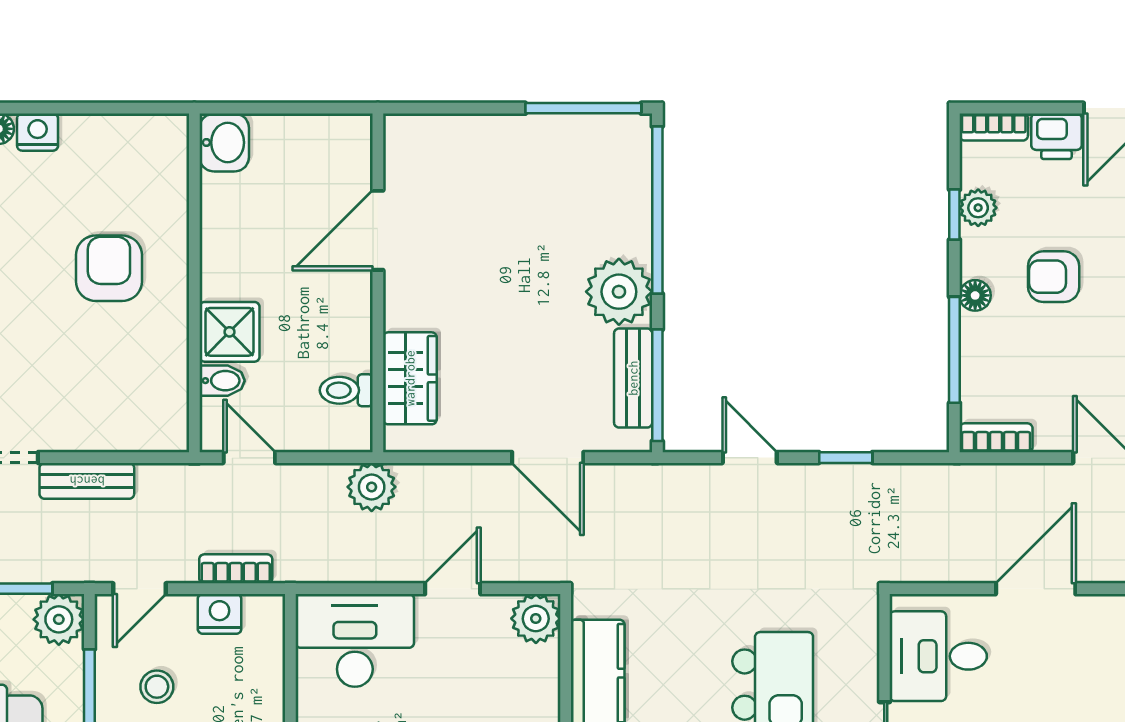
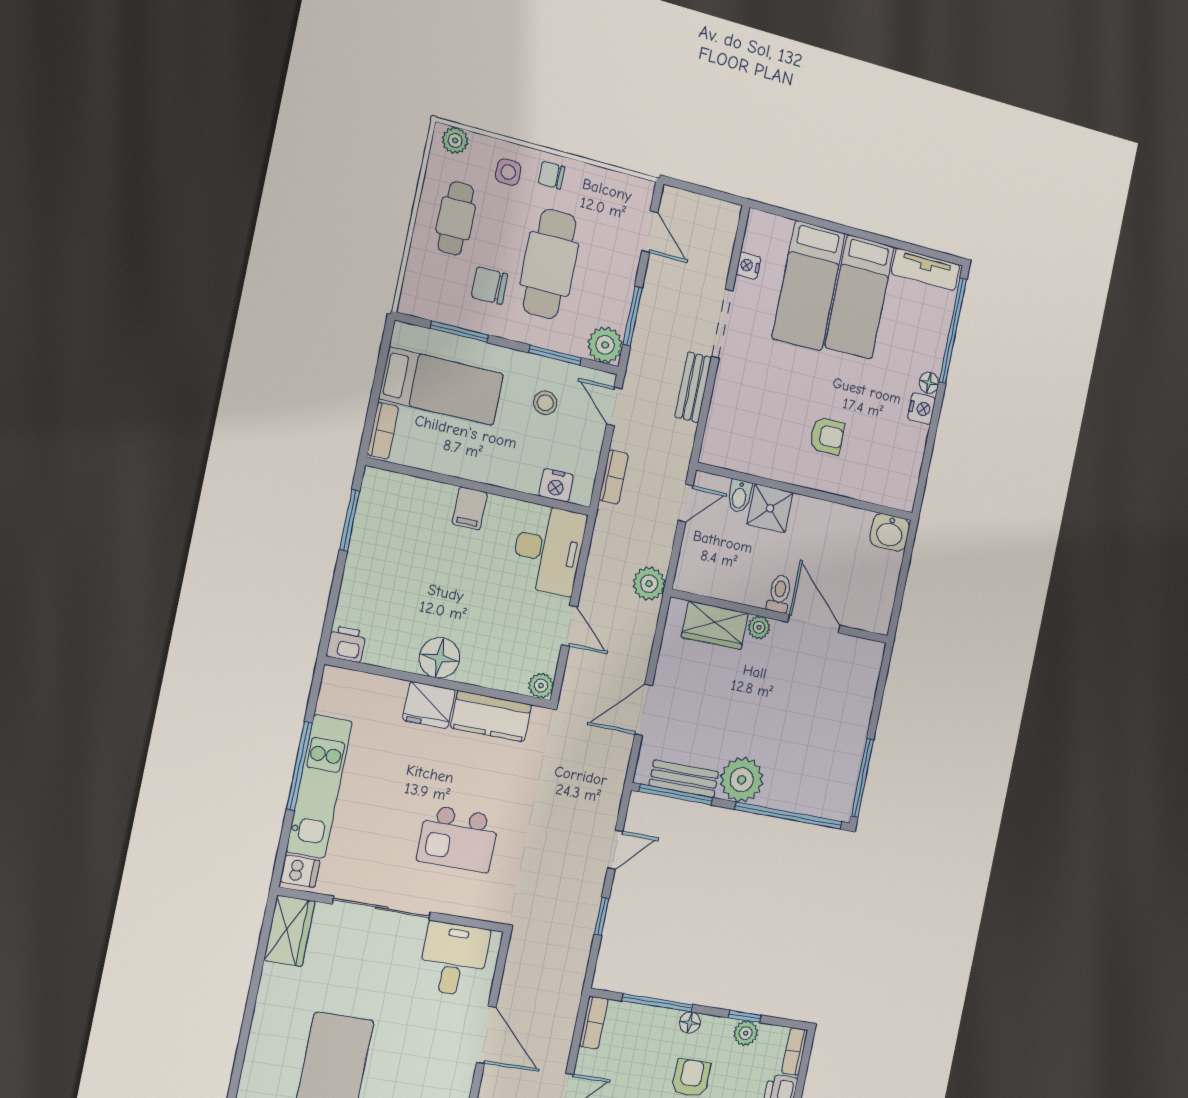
armchair: (109, 268) -> (827, 436), width x0.72, depth x0.72
plant: (400, 312) -> (759, 627), added
toilet: (346, 390) -> (779, 594), moved
nightstand: (220, 614) -> (556, 485), moved, turned 90
plant: (536, 619) -> (541, 686), width x0.73, depth x0.73

